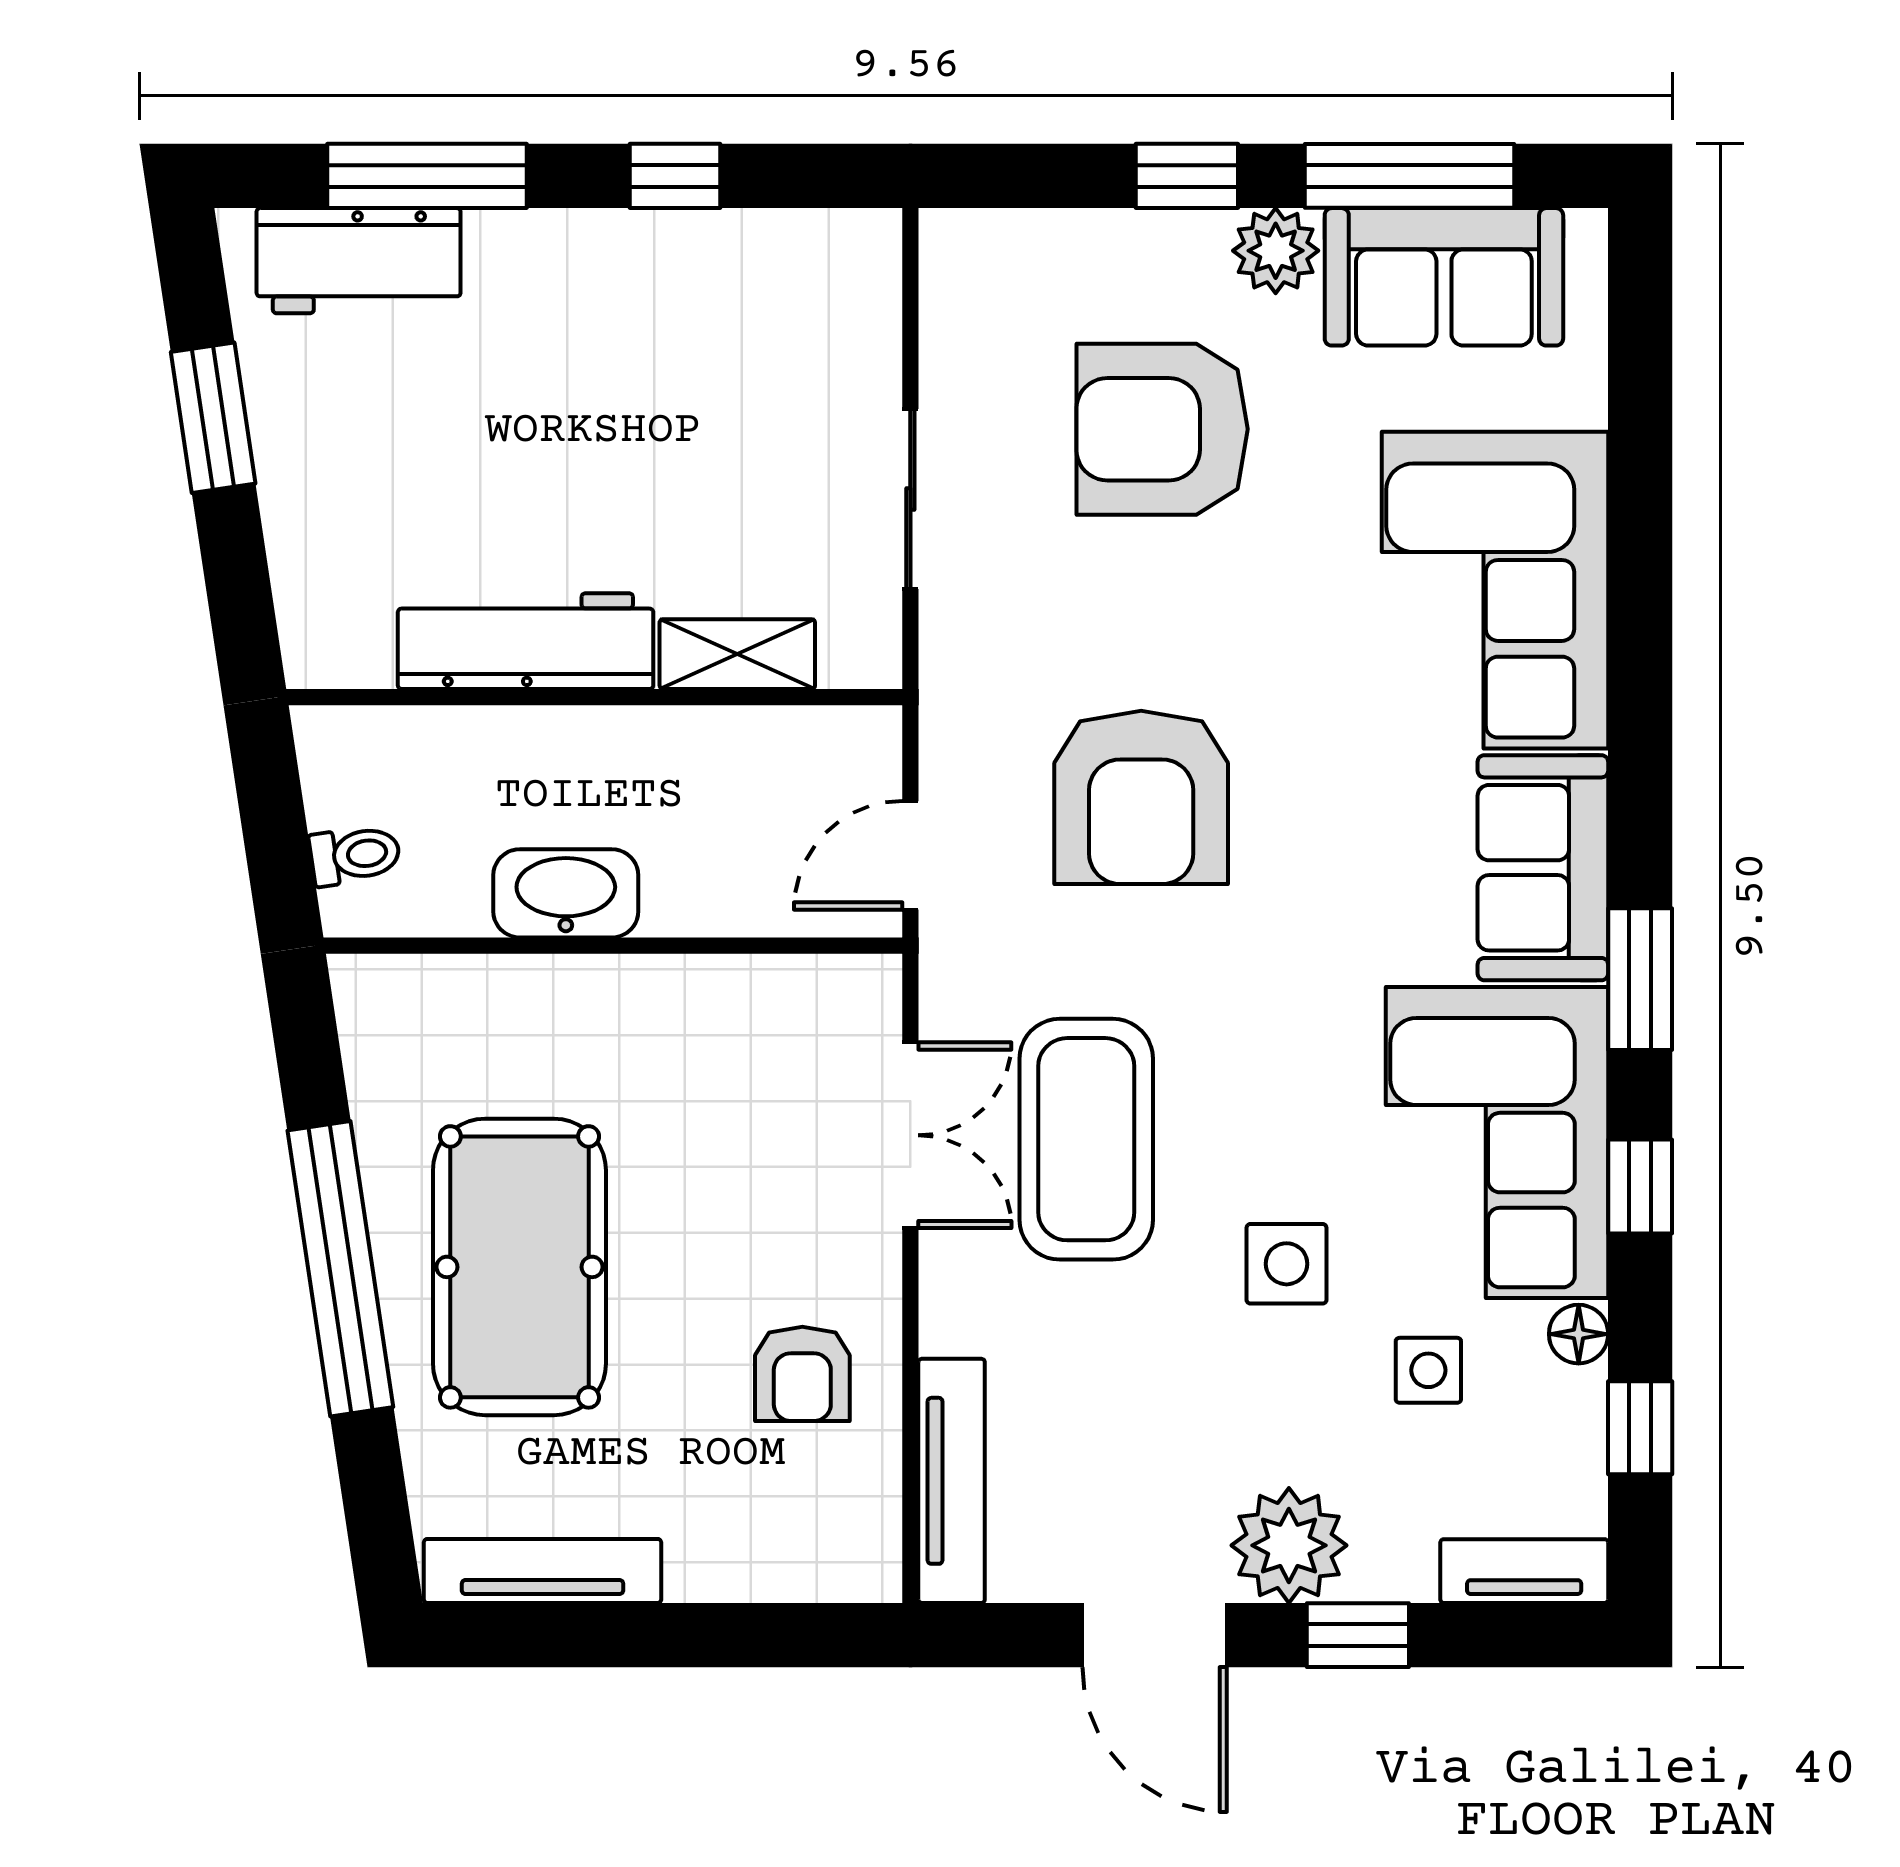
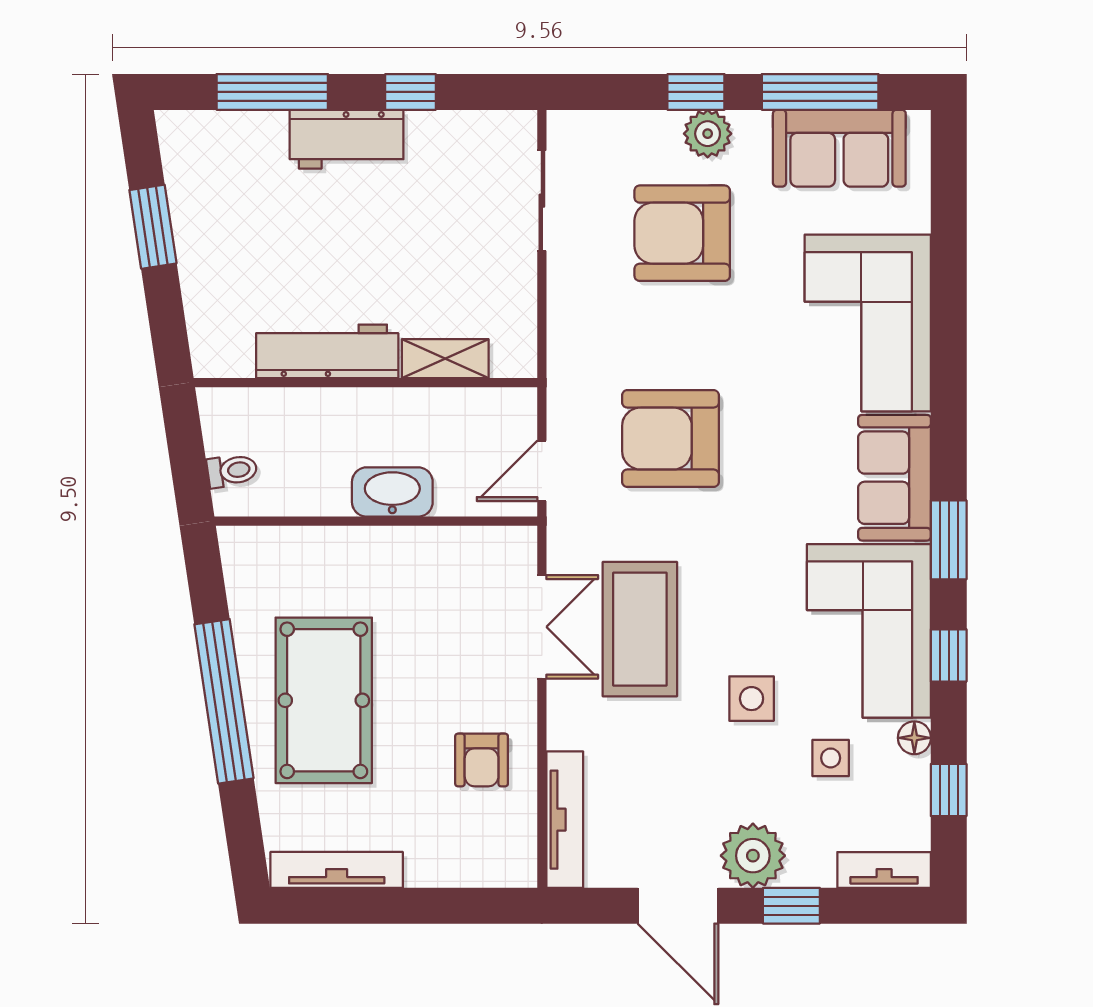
plant: (1276, 251) -> (708, 134), moved
workbench: (359, 261) -> (347, 139), moved
sliding door: (910, 499) -> (542, 201), moved
armchair: (1141, 797) -> (670, 439), turned 90
washbasin: (566, 893) -> (392, 492), moved

